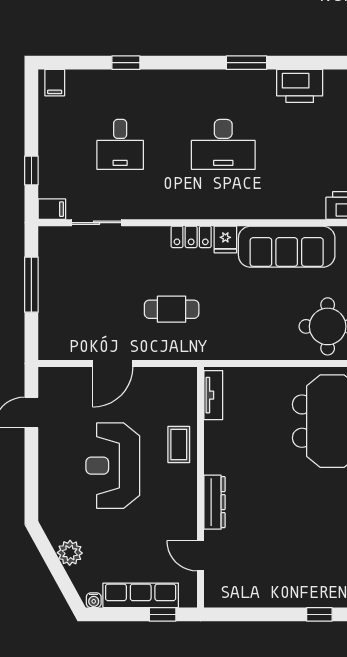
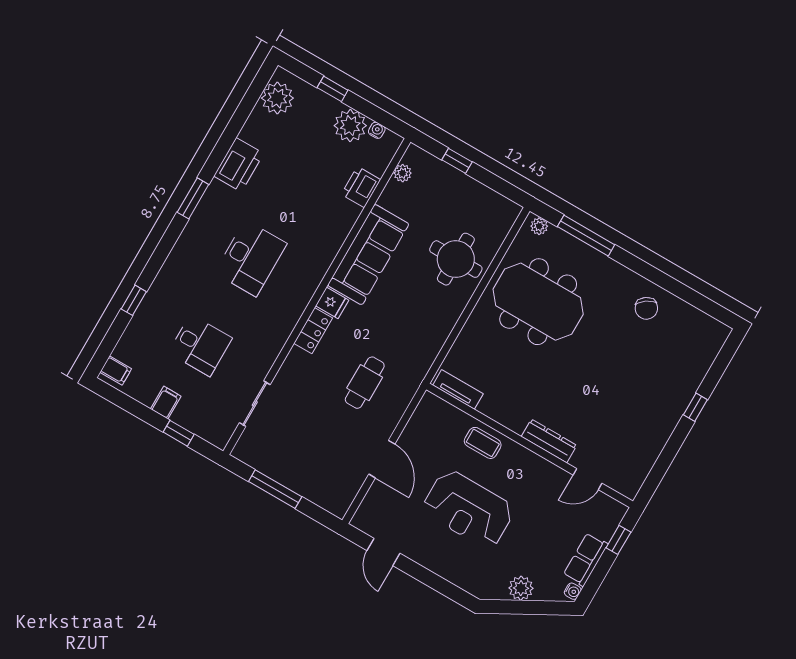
filing cabinet: (52, 209) -> (166, 403), moved
row of seats: (141, 595) -> (586, 559), width x0.68

